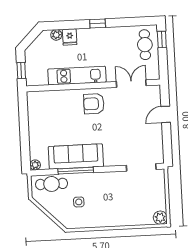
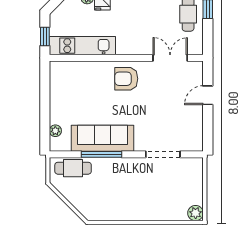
kitchen unit: (77, 76) -> (82, 46), moved
plant: (35, 165) -> (55, 131), moved
doorway: (141, 167) -> (163, 154), moved
side table: (79, 202) -> (103, 190), removed

